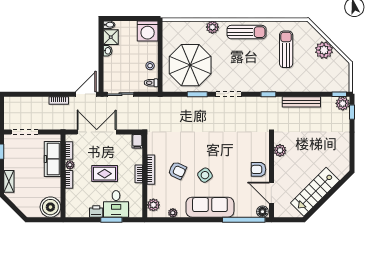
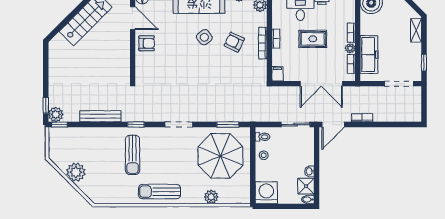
plant: (212, 27) -> (211, 197), moved
sun lounger: (286, 49) -> (133, 155), moved
window: (197, 94) -> (228, 125), moved
plant: (280, 150) -> (123, 64), removed

